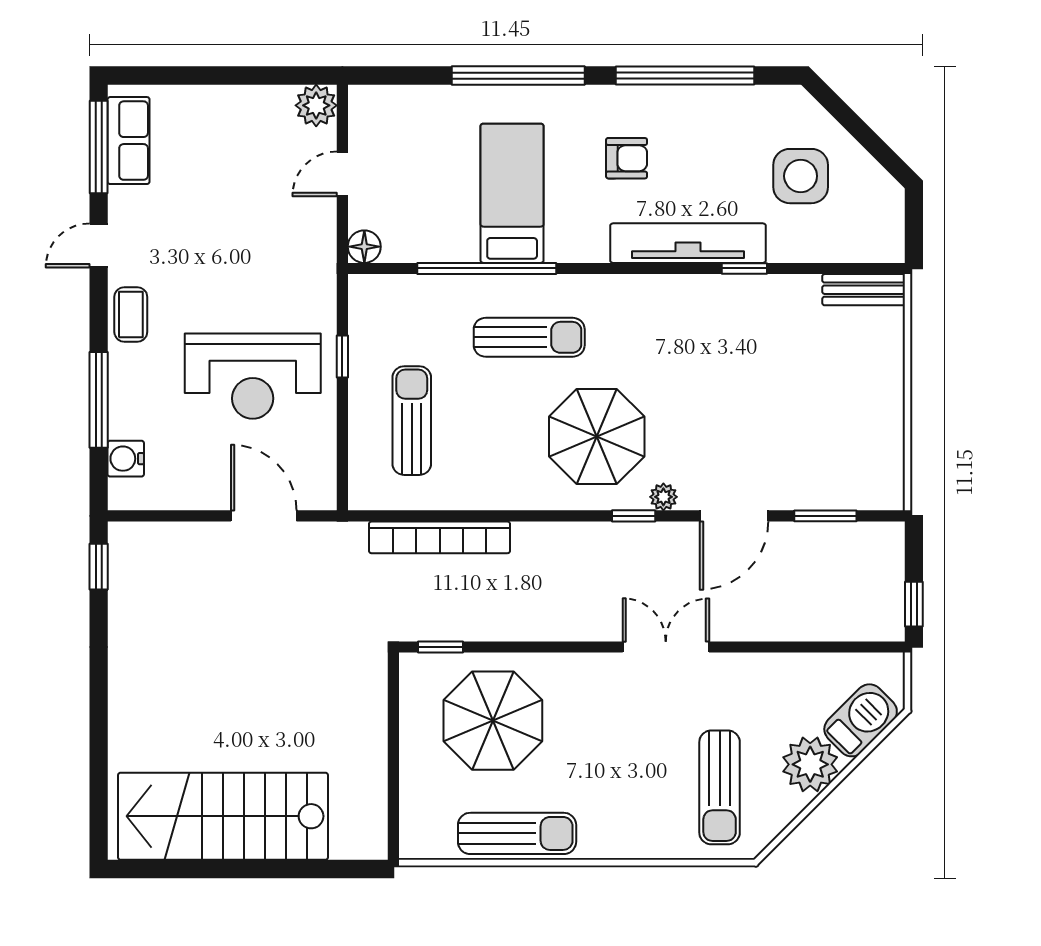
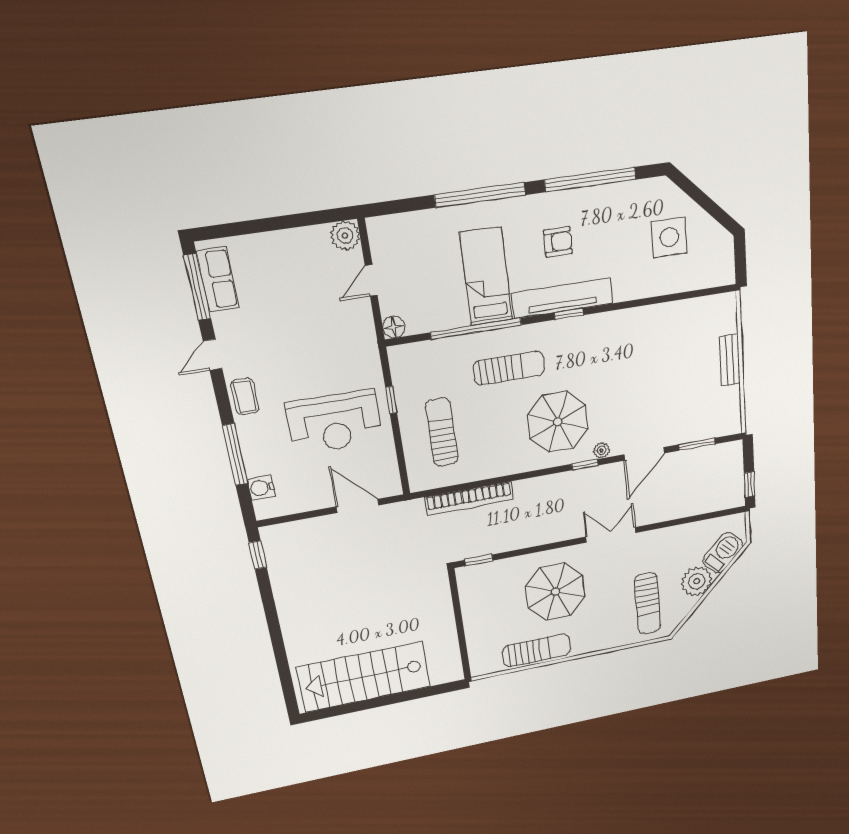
tv unit: (688, 243) -> (562, 298), moved
window: (744, 268) -> (569, 314), moved
bench: (864, 290) -> (730, 360), moved, turned 90
parasol: (493, 721) -> (555, 592), moved

